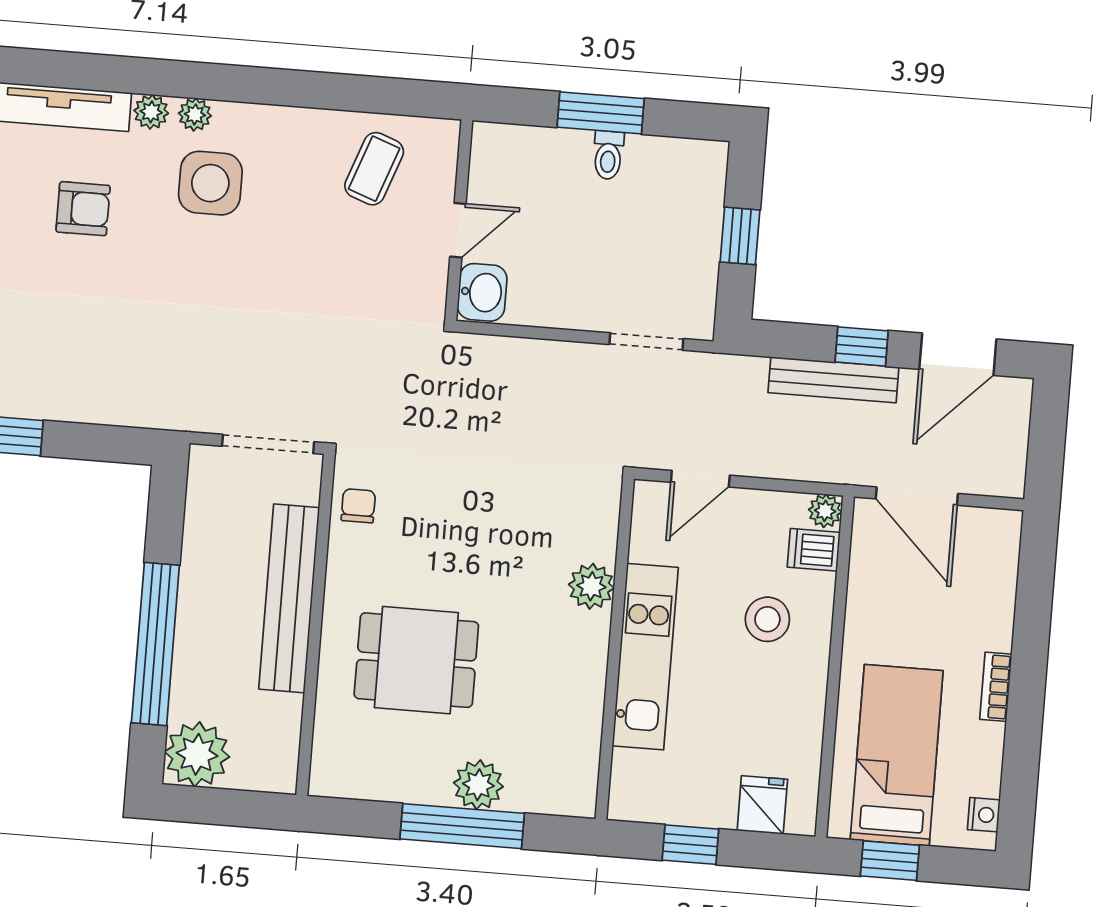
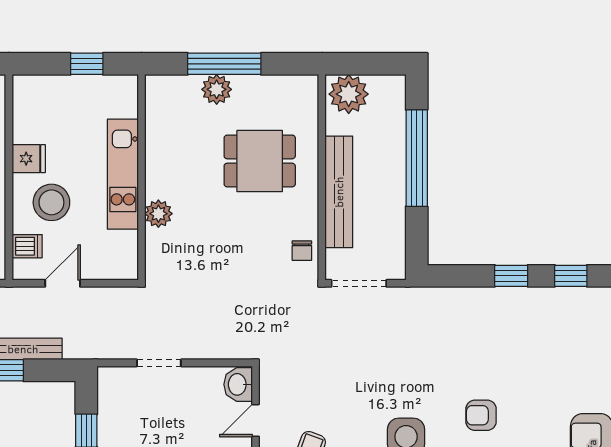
doorway: (646, 342) -> (159, 363), moved
door: (700, 479) -> (63, 283), moved
plant: (825, 511) -> (22, 270), removed
stool: (767, 619) -> (51, 202), width x1.38, depth x1.38
plant: (197, 754) -> (349, 94), moved
fridge: (762, 805) -> (29, 159), moved, turned -90

